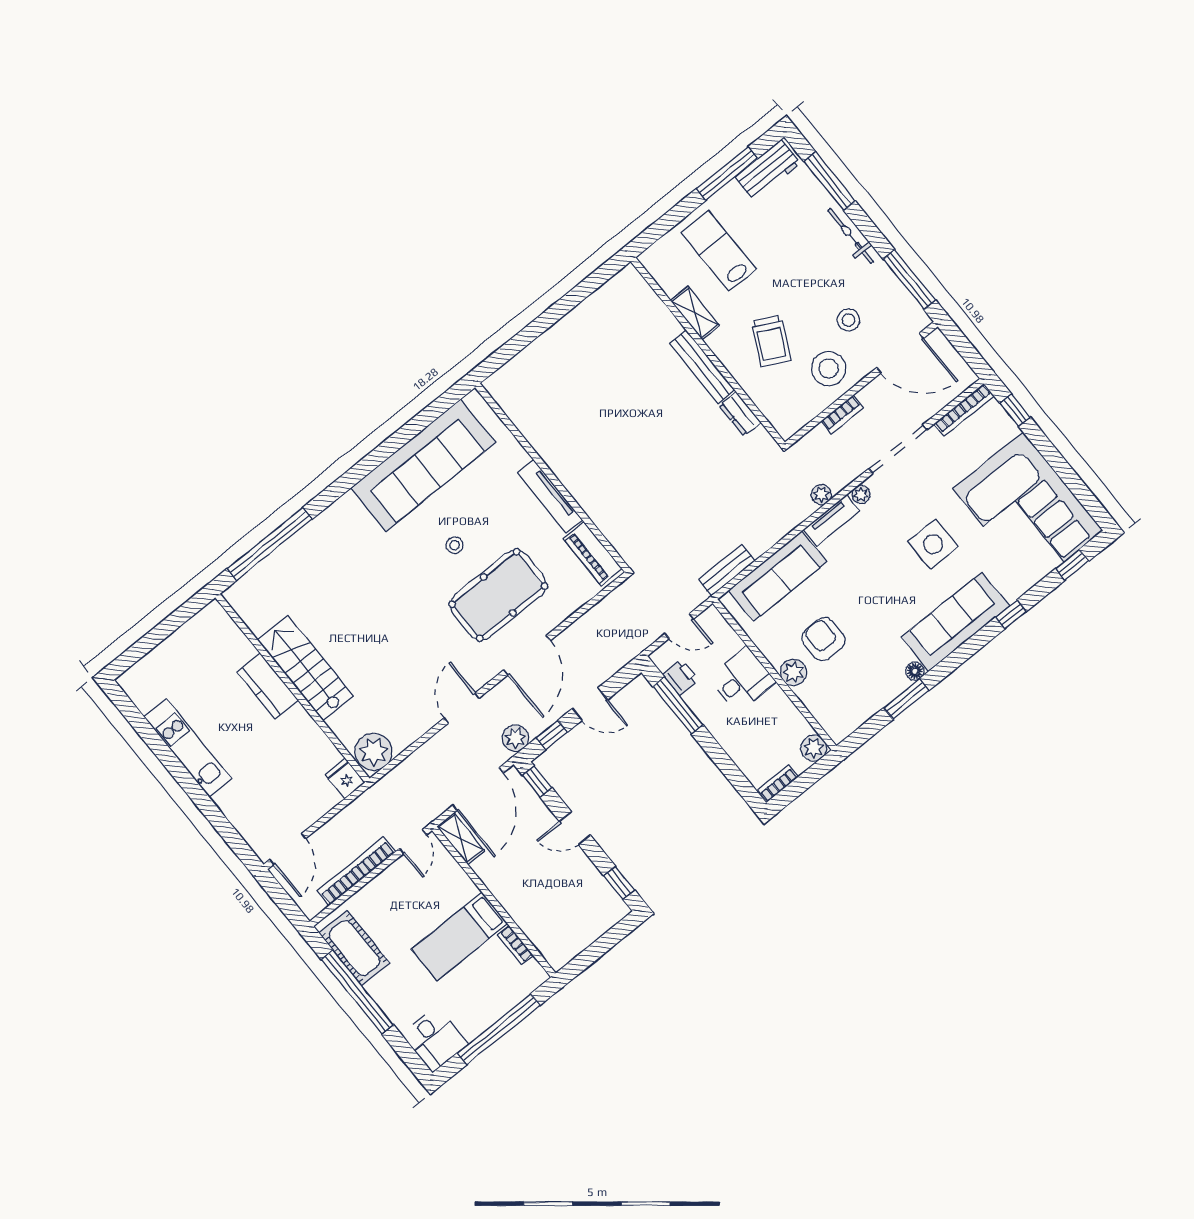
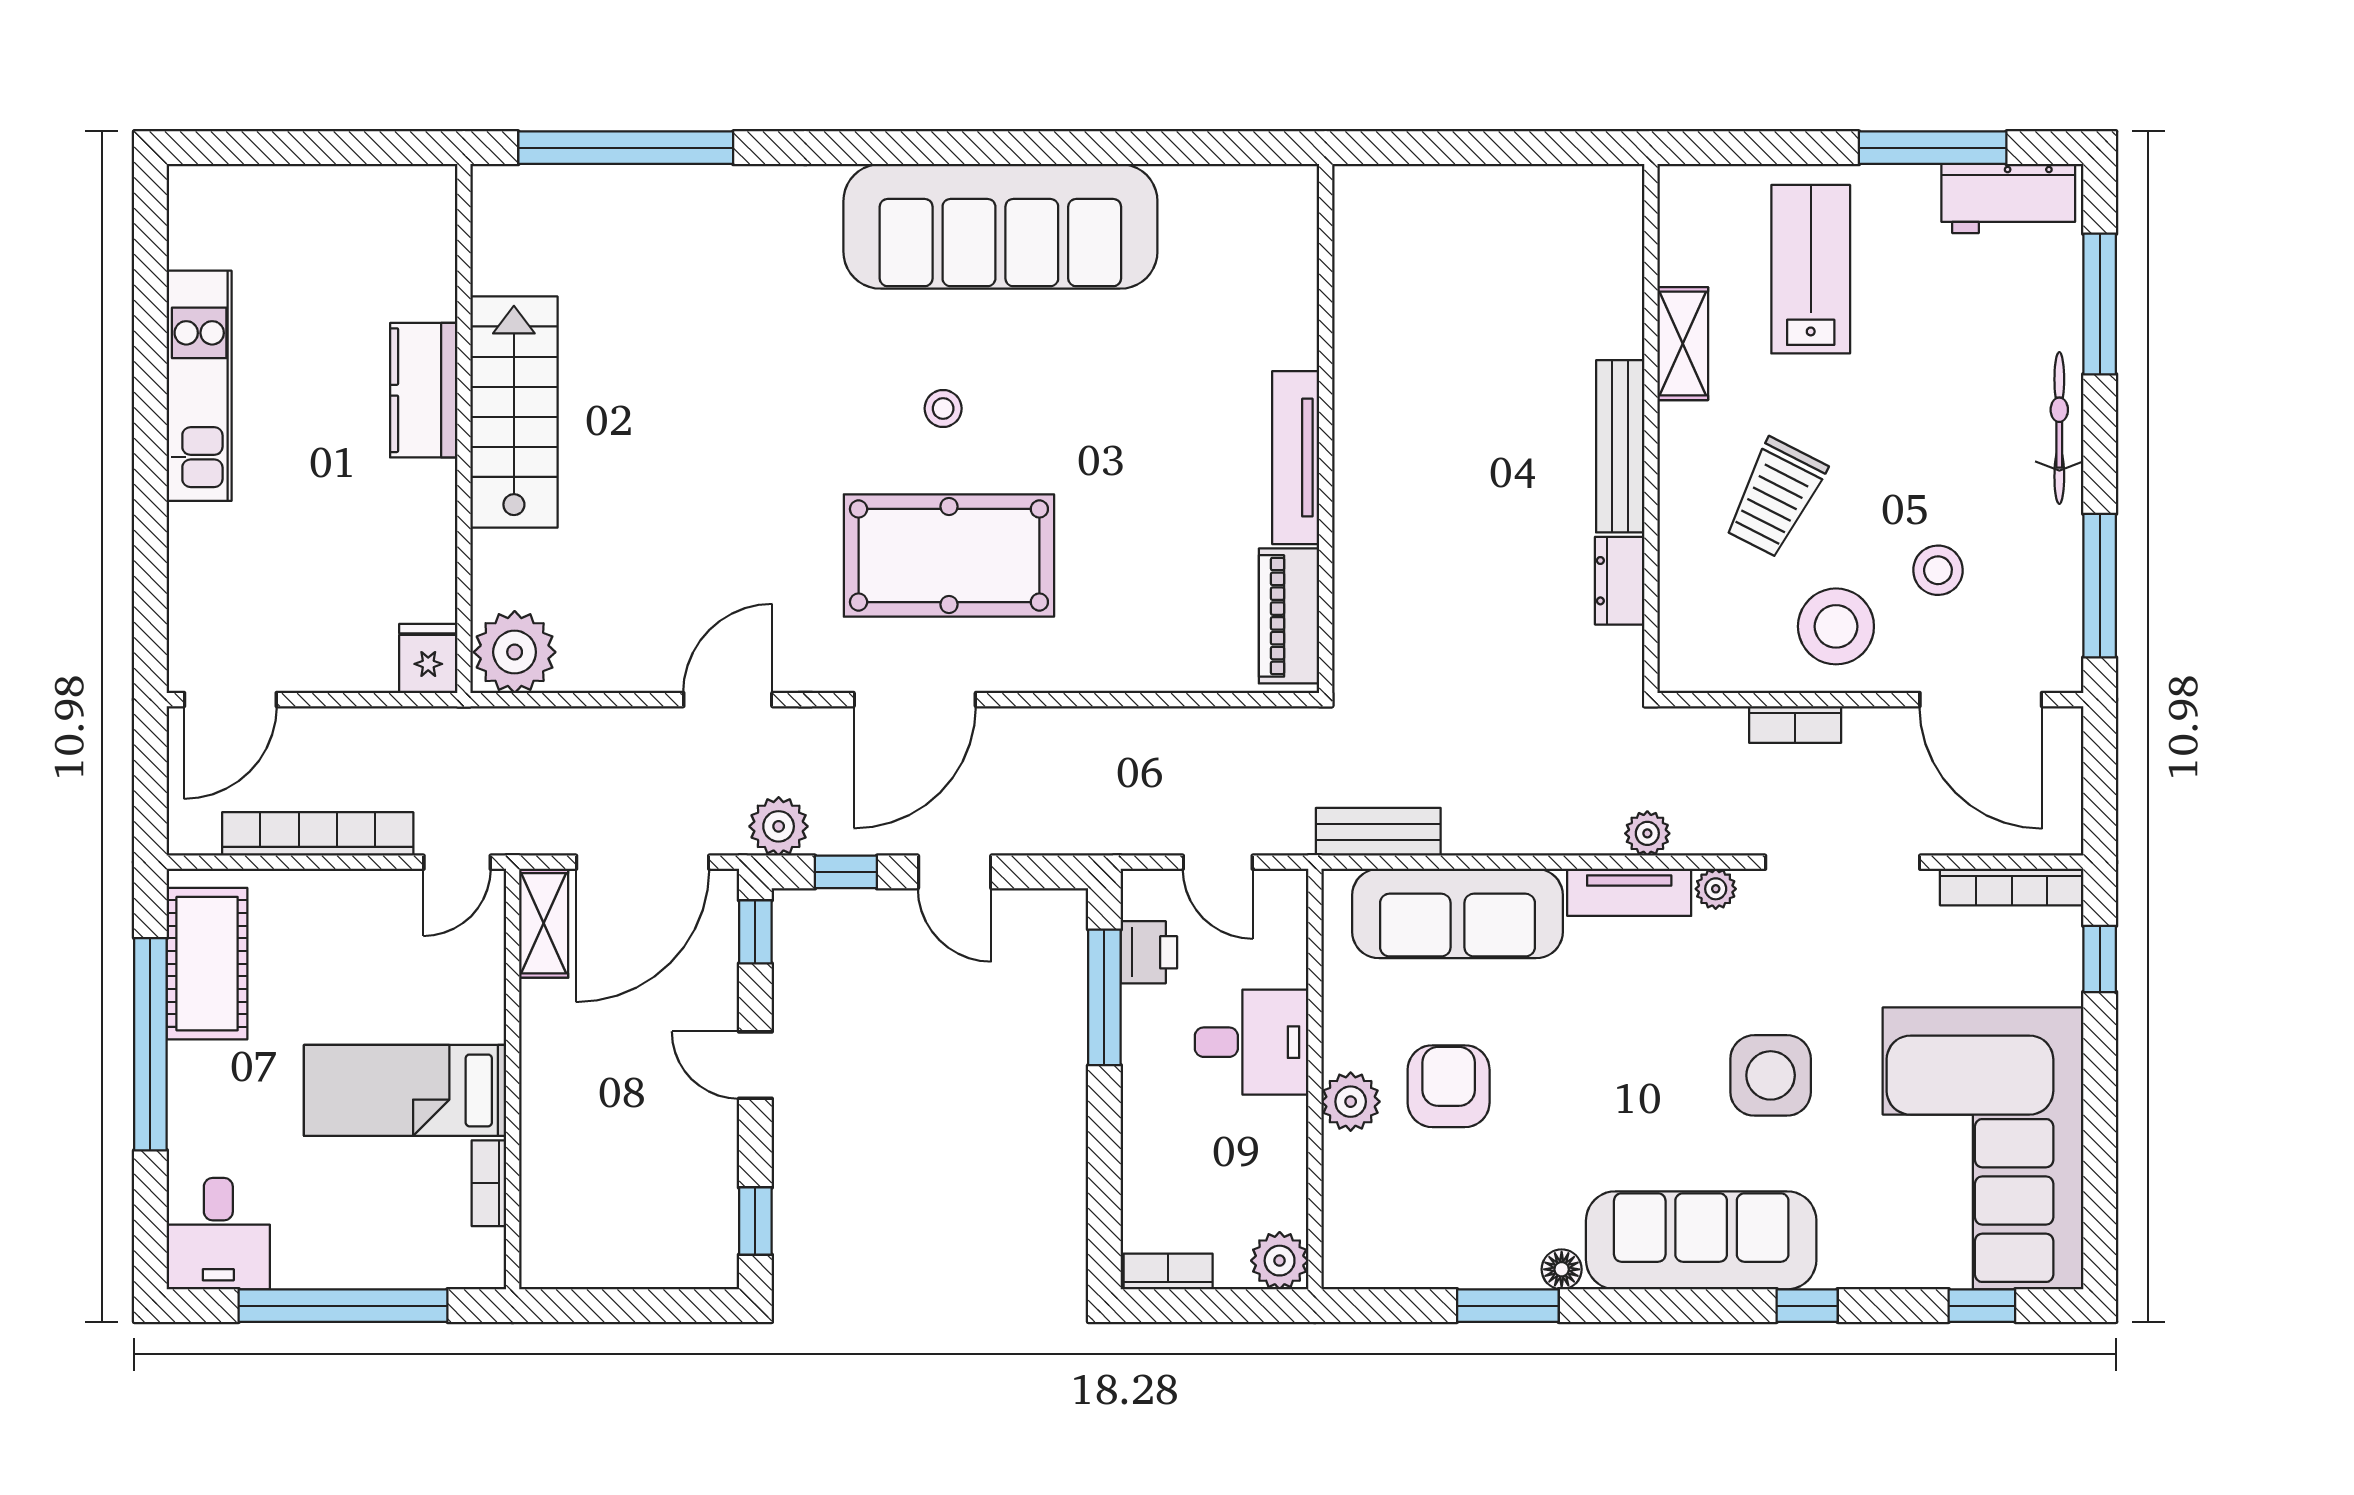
wall: (552, 478) -> (1326, 429), moved
tv unit: (550, 496) -> (1296, 458), moved
piano: (593, 554) -> (1289, 616), moved

